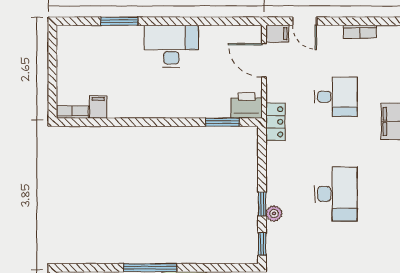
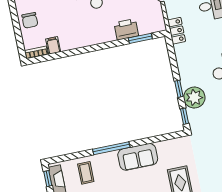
chair: (73, 65) -> (30, 20), added
printer: (246, 105) -> (126, 29), moved
plant: (274, 213) -> (194, 97), width x1.87, depth x1.87

